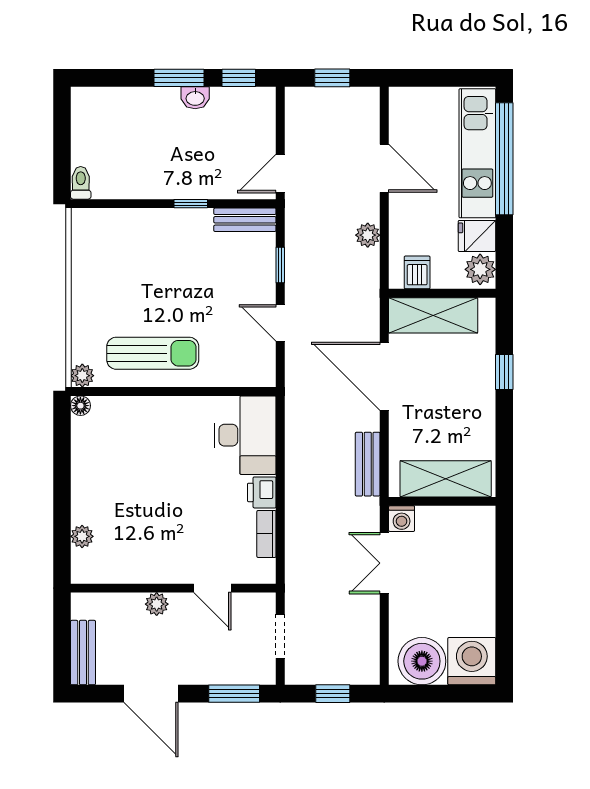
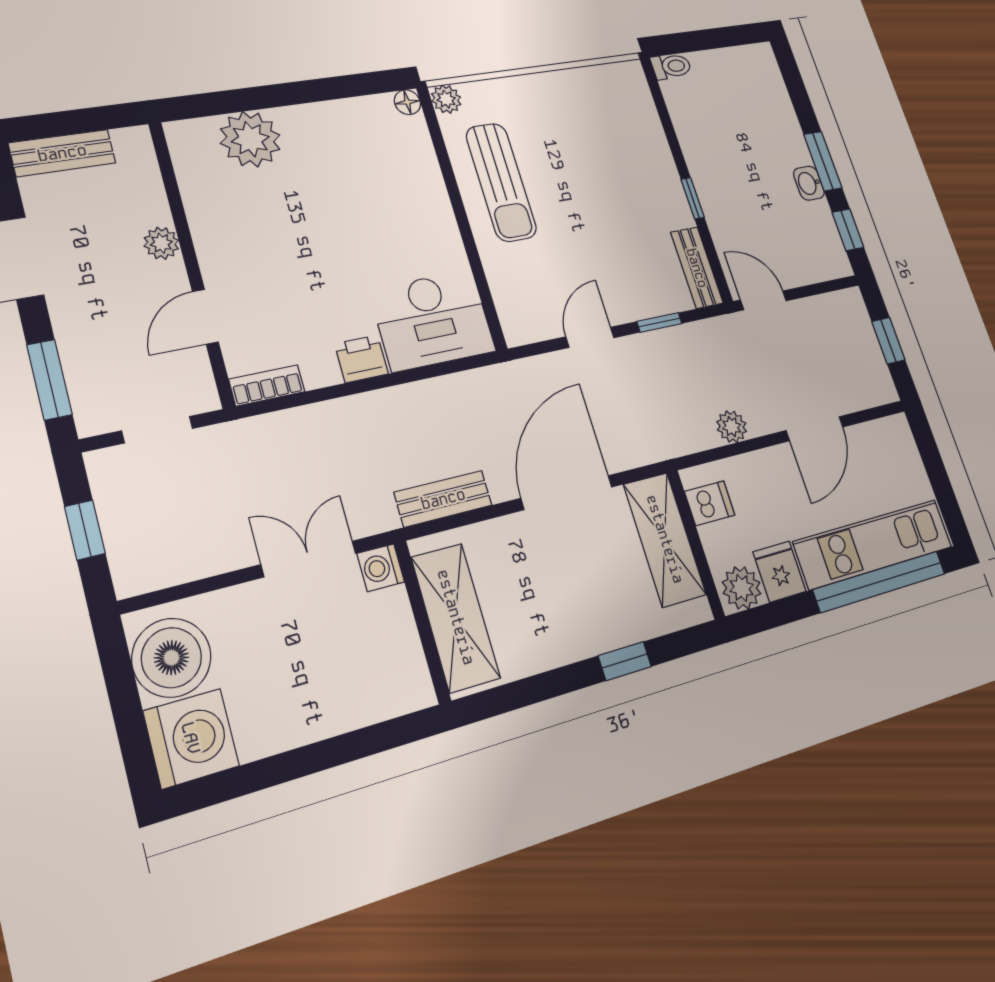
bookcase: (266, 534) -> (267, 385), moved
plant: (82, 536) -> (250, 139), width x1.88, depth x1.88

